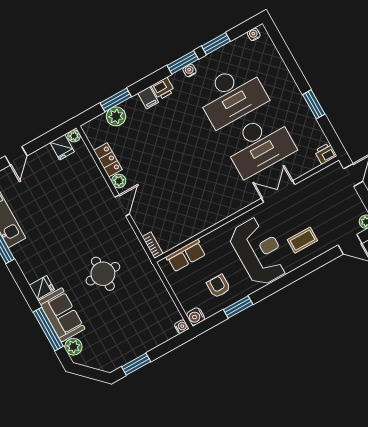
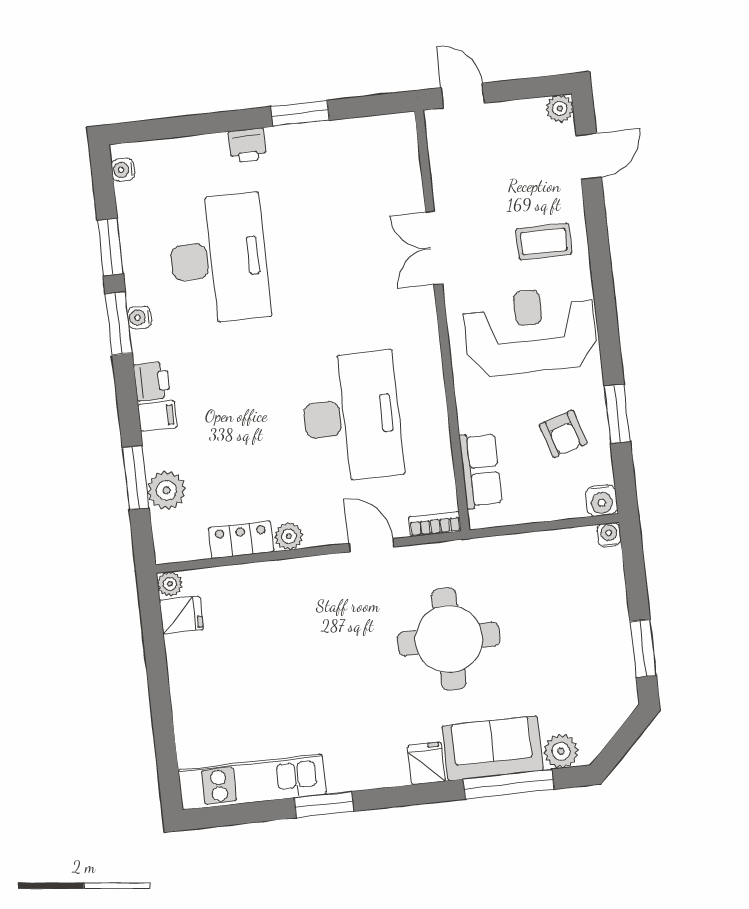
desk: (259, 145) -> (352, 417), moved
printer: (326, 153) -> (247, 145), moved, turned -90
door: (16, 156) -> (161, 707), removed
door: (122, 205) -> (371, 545), moved
coffee table: (302, 240) -> (544, 241), turned 90
round table: (103, 274) -> (449, 639), width x1.36, depth x1.36
armchair: (218, 286) -> (563, 434), turned -107

